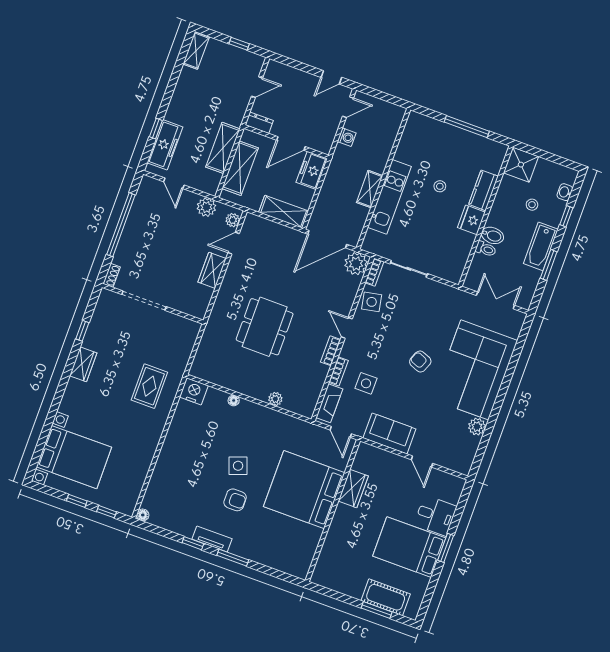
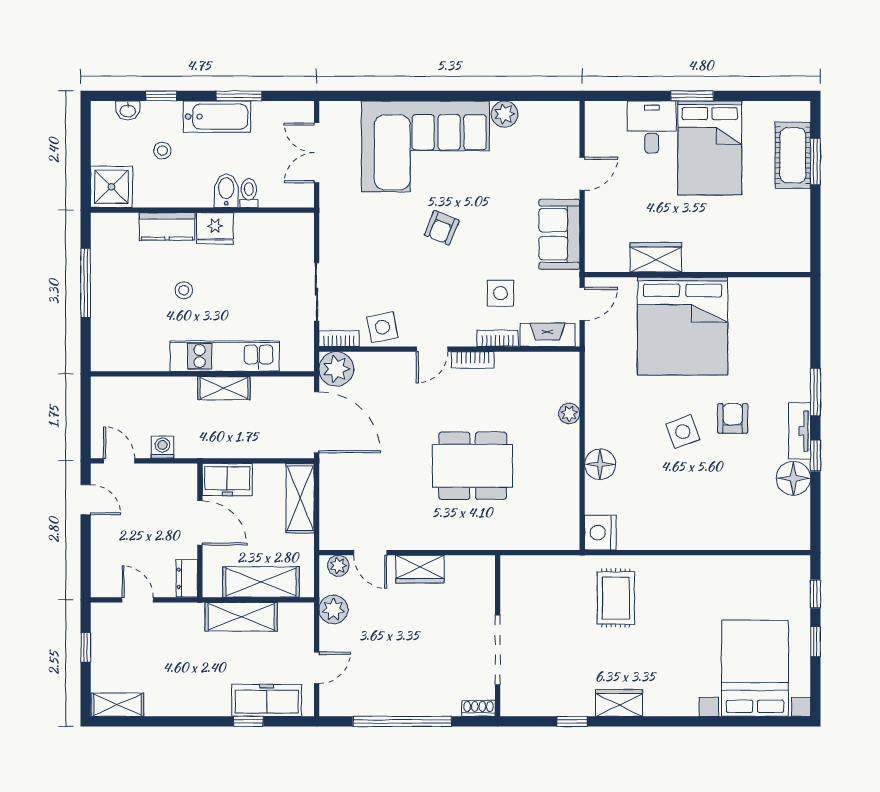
rug: (149, 386) -> (616, 598), turned 90
floor lamp: (234, 400) -> (600, 464), width x1.89, depth x1.89
floor lamp: (143, 515) -> (793, 478), moved, width x1.89, depth x1.89

